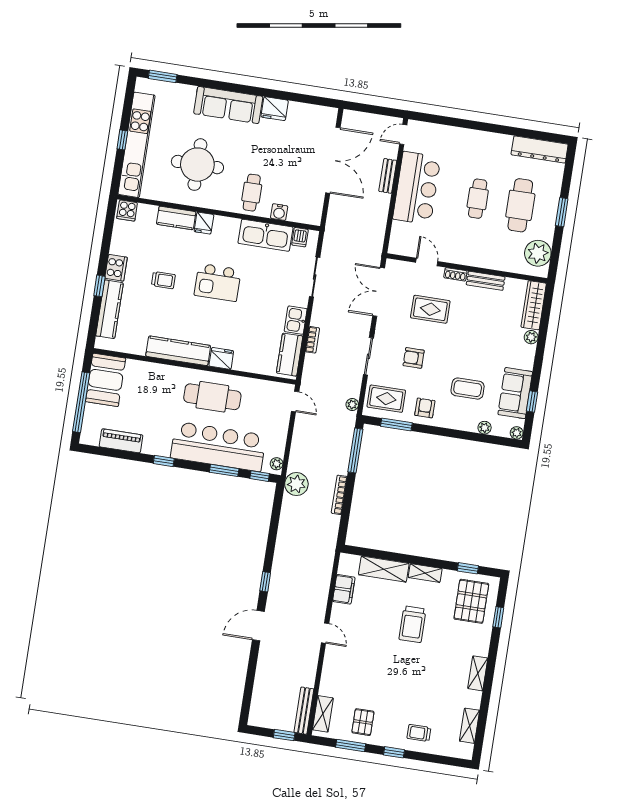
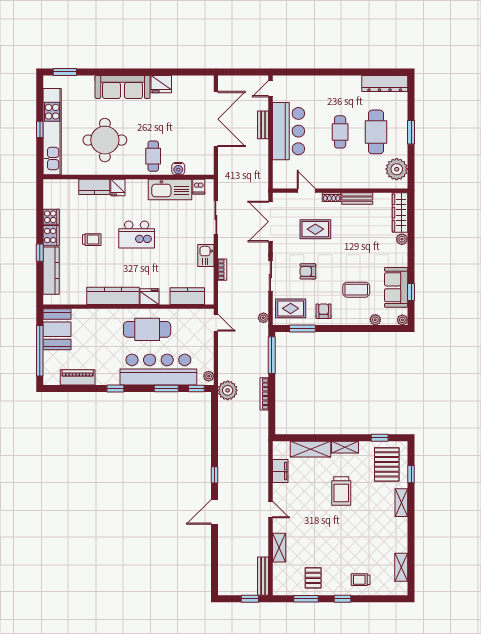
cooker: (127, 211) -> (51, 217), moved, turned -90
kitchen counter: (290, 355) -> (187, 296), moved, turned 90
shelving: (478, 673) -> (401, 503), moved
shelving: (323, 714) -> (279, 548), moved

